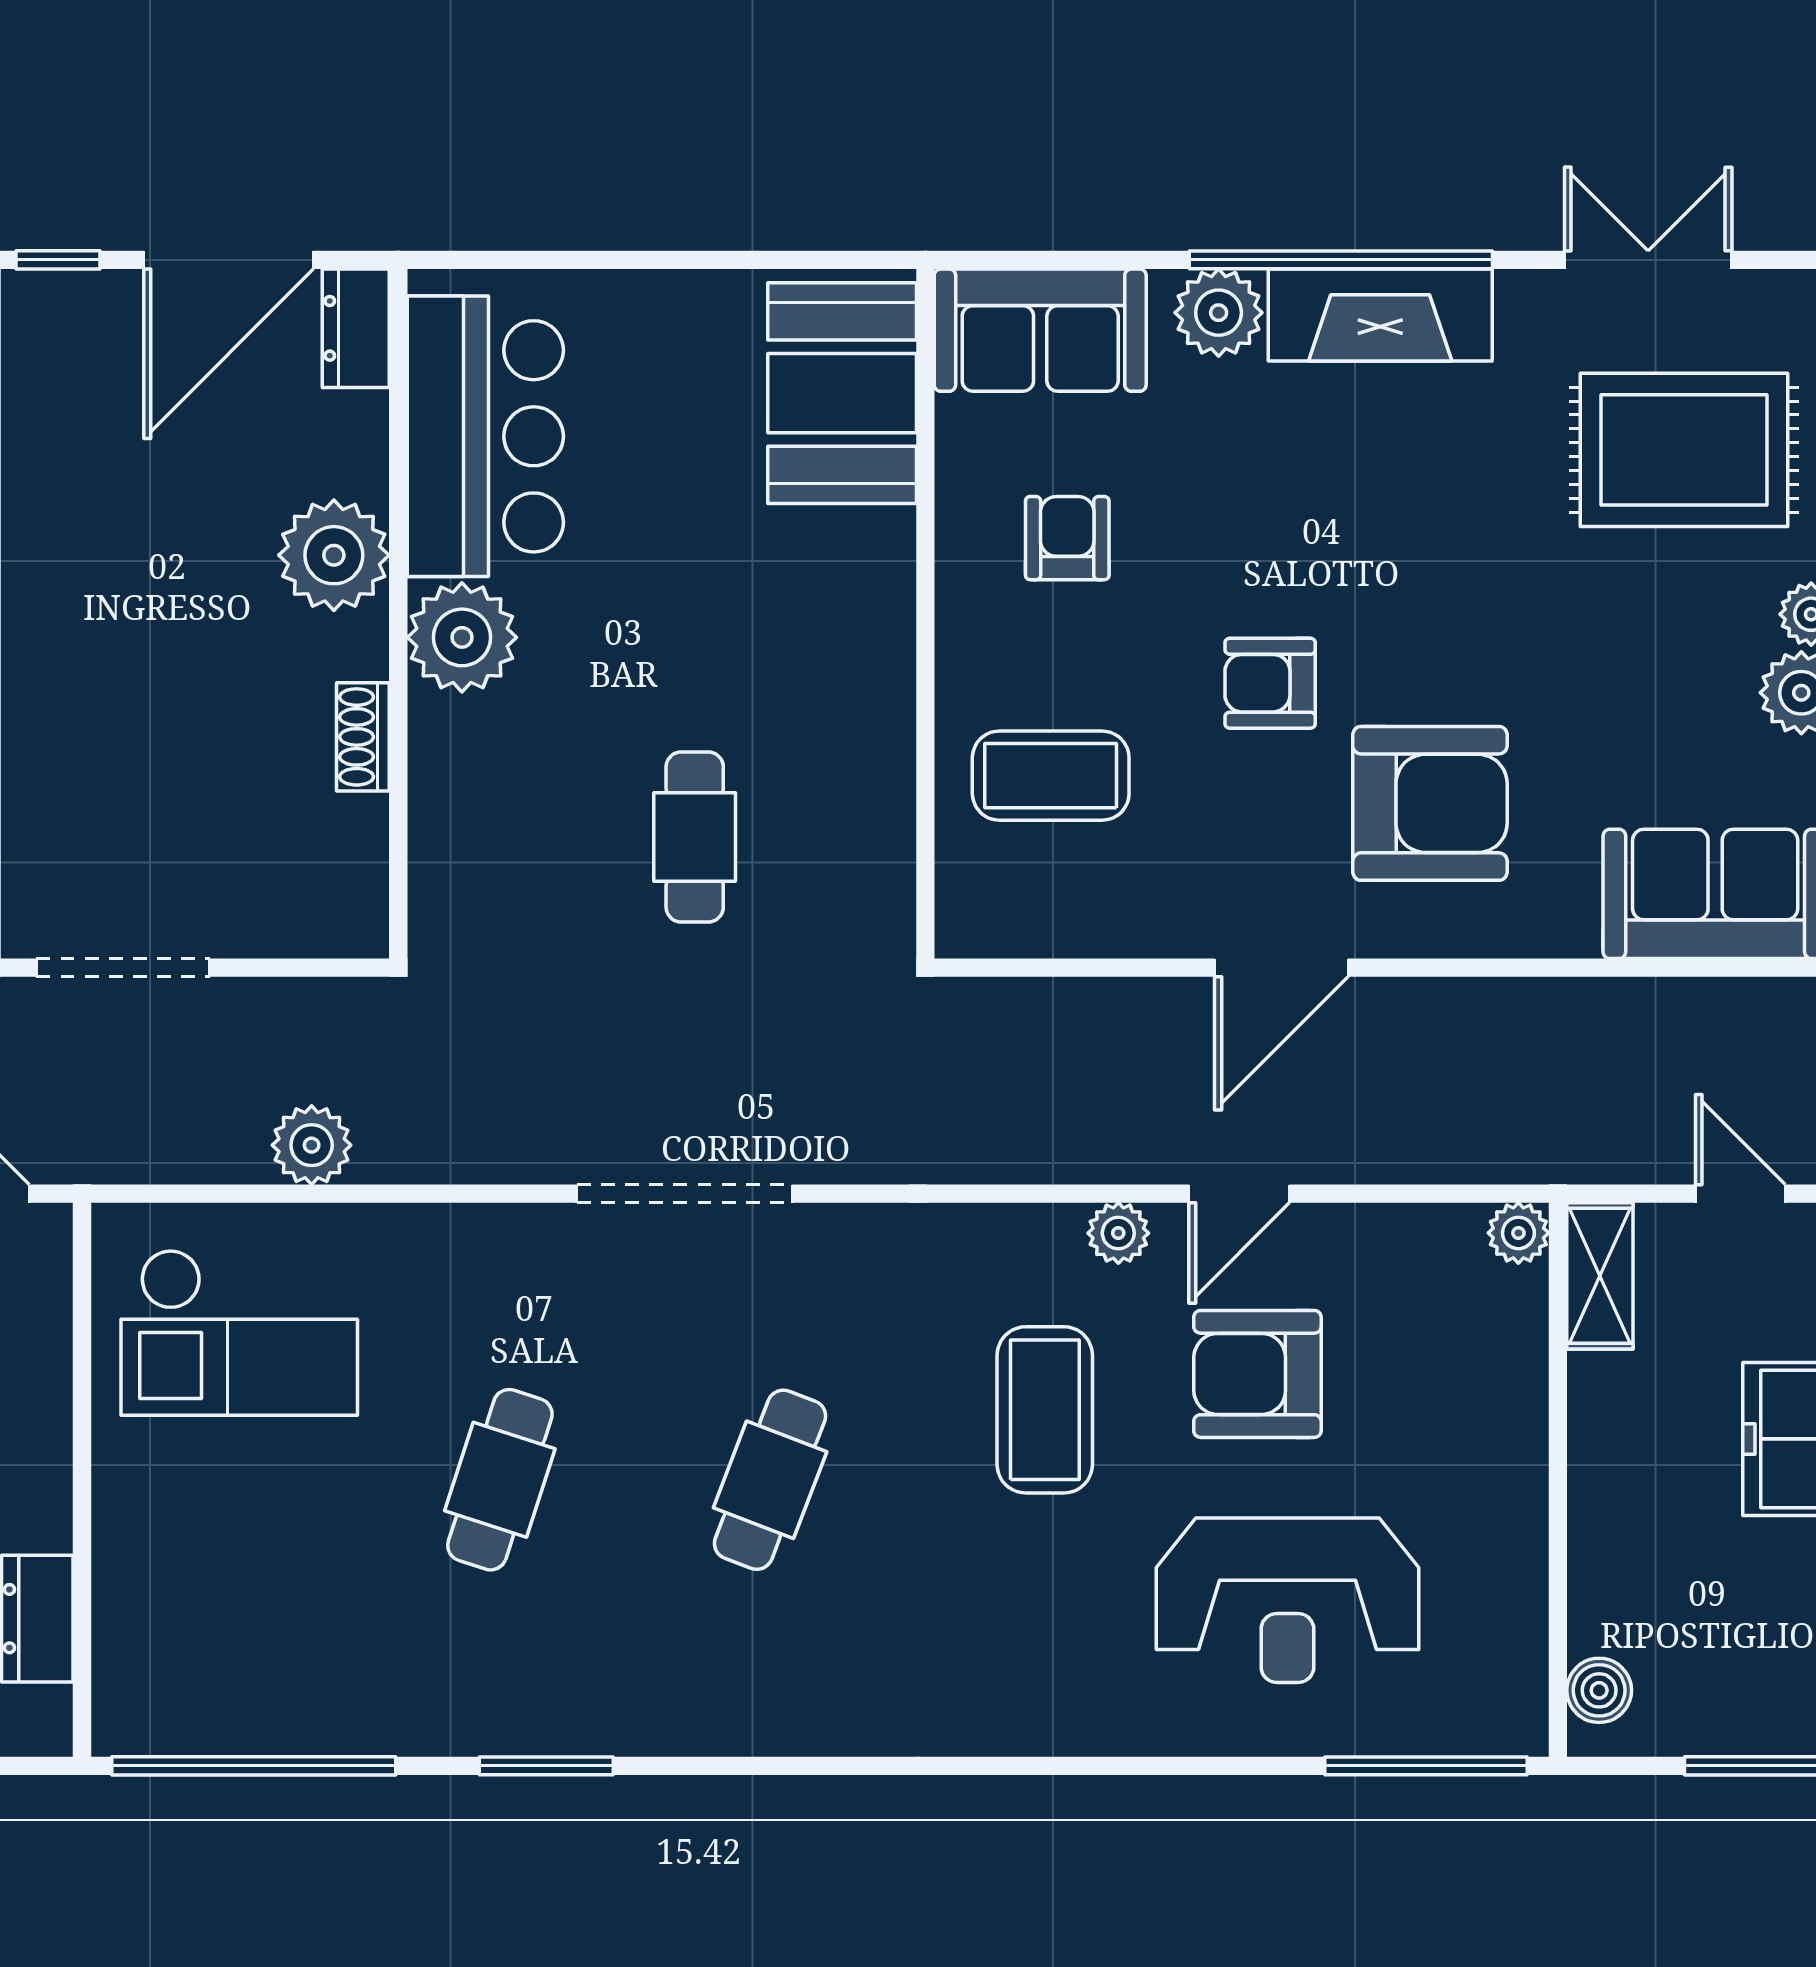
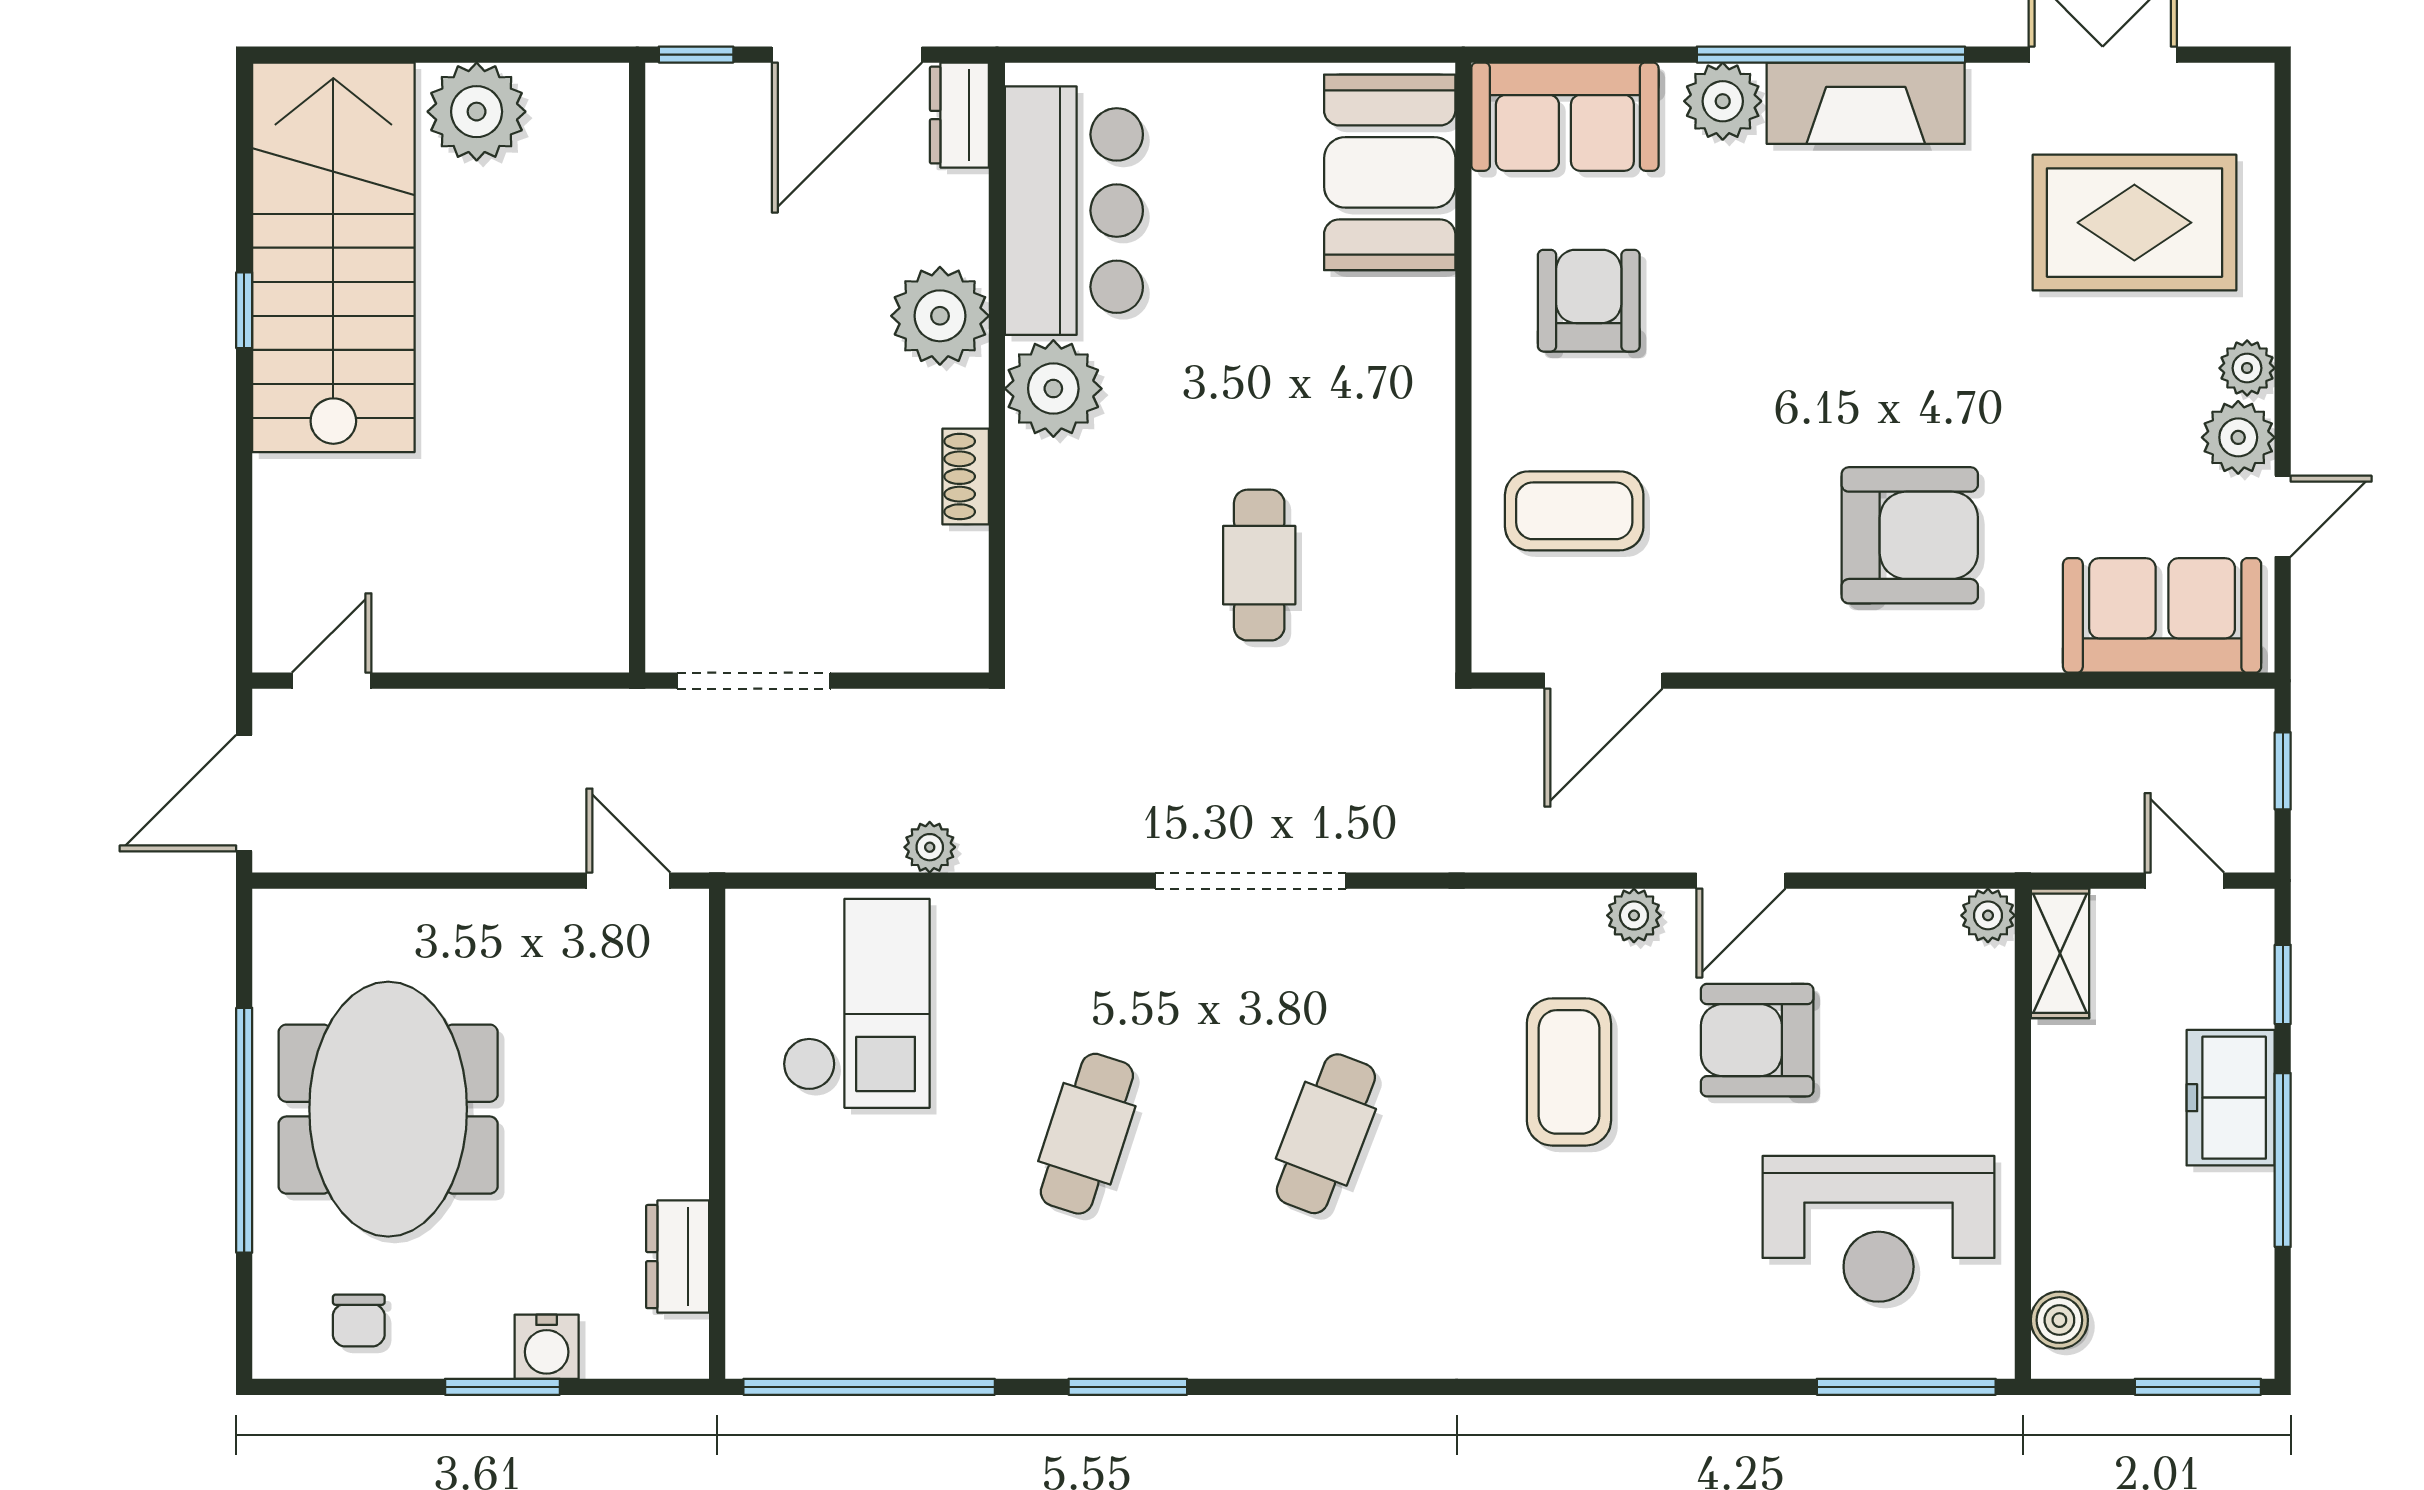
armchair: (1067, 538) -> (1589, 301), width x1.38, depth x1.38
armchair: (1270, 683) -> (1768, 429), removed
door: (1281, 968) -> (1603, 681), moved
plant: (312, 1145) -> (930, 847), width x0.73, depth x0.73
checkout: (239, 1332) -> (856, 1003), turned -90
reception desk: (1287, 1600) -> (1879, 1229), moved

